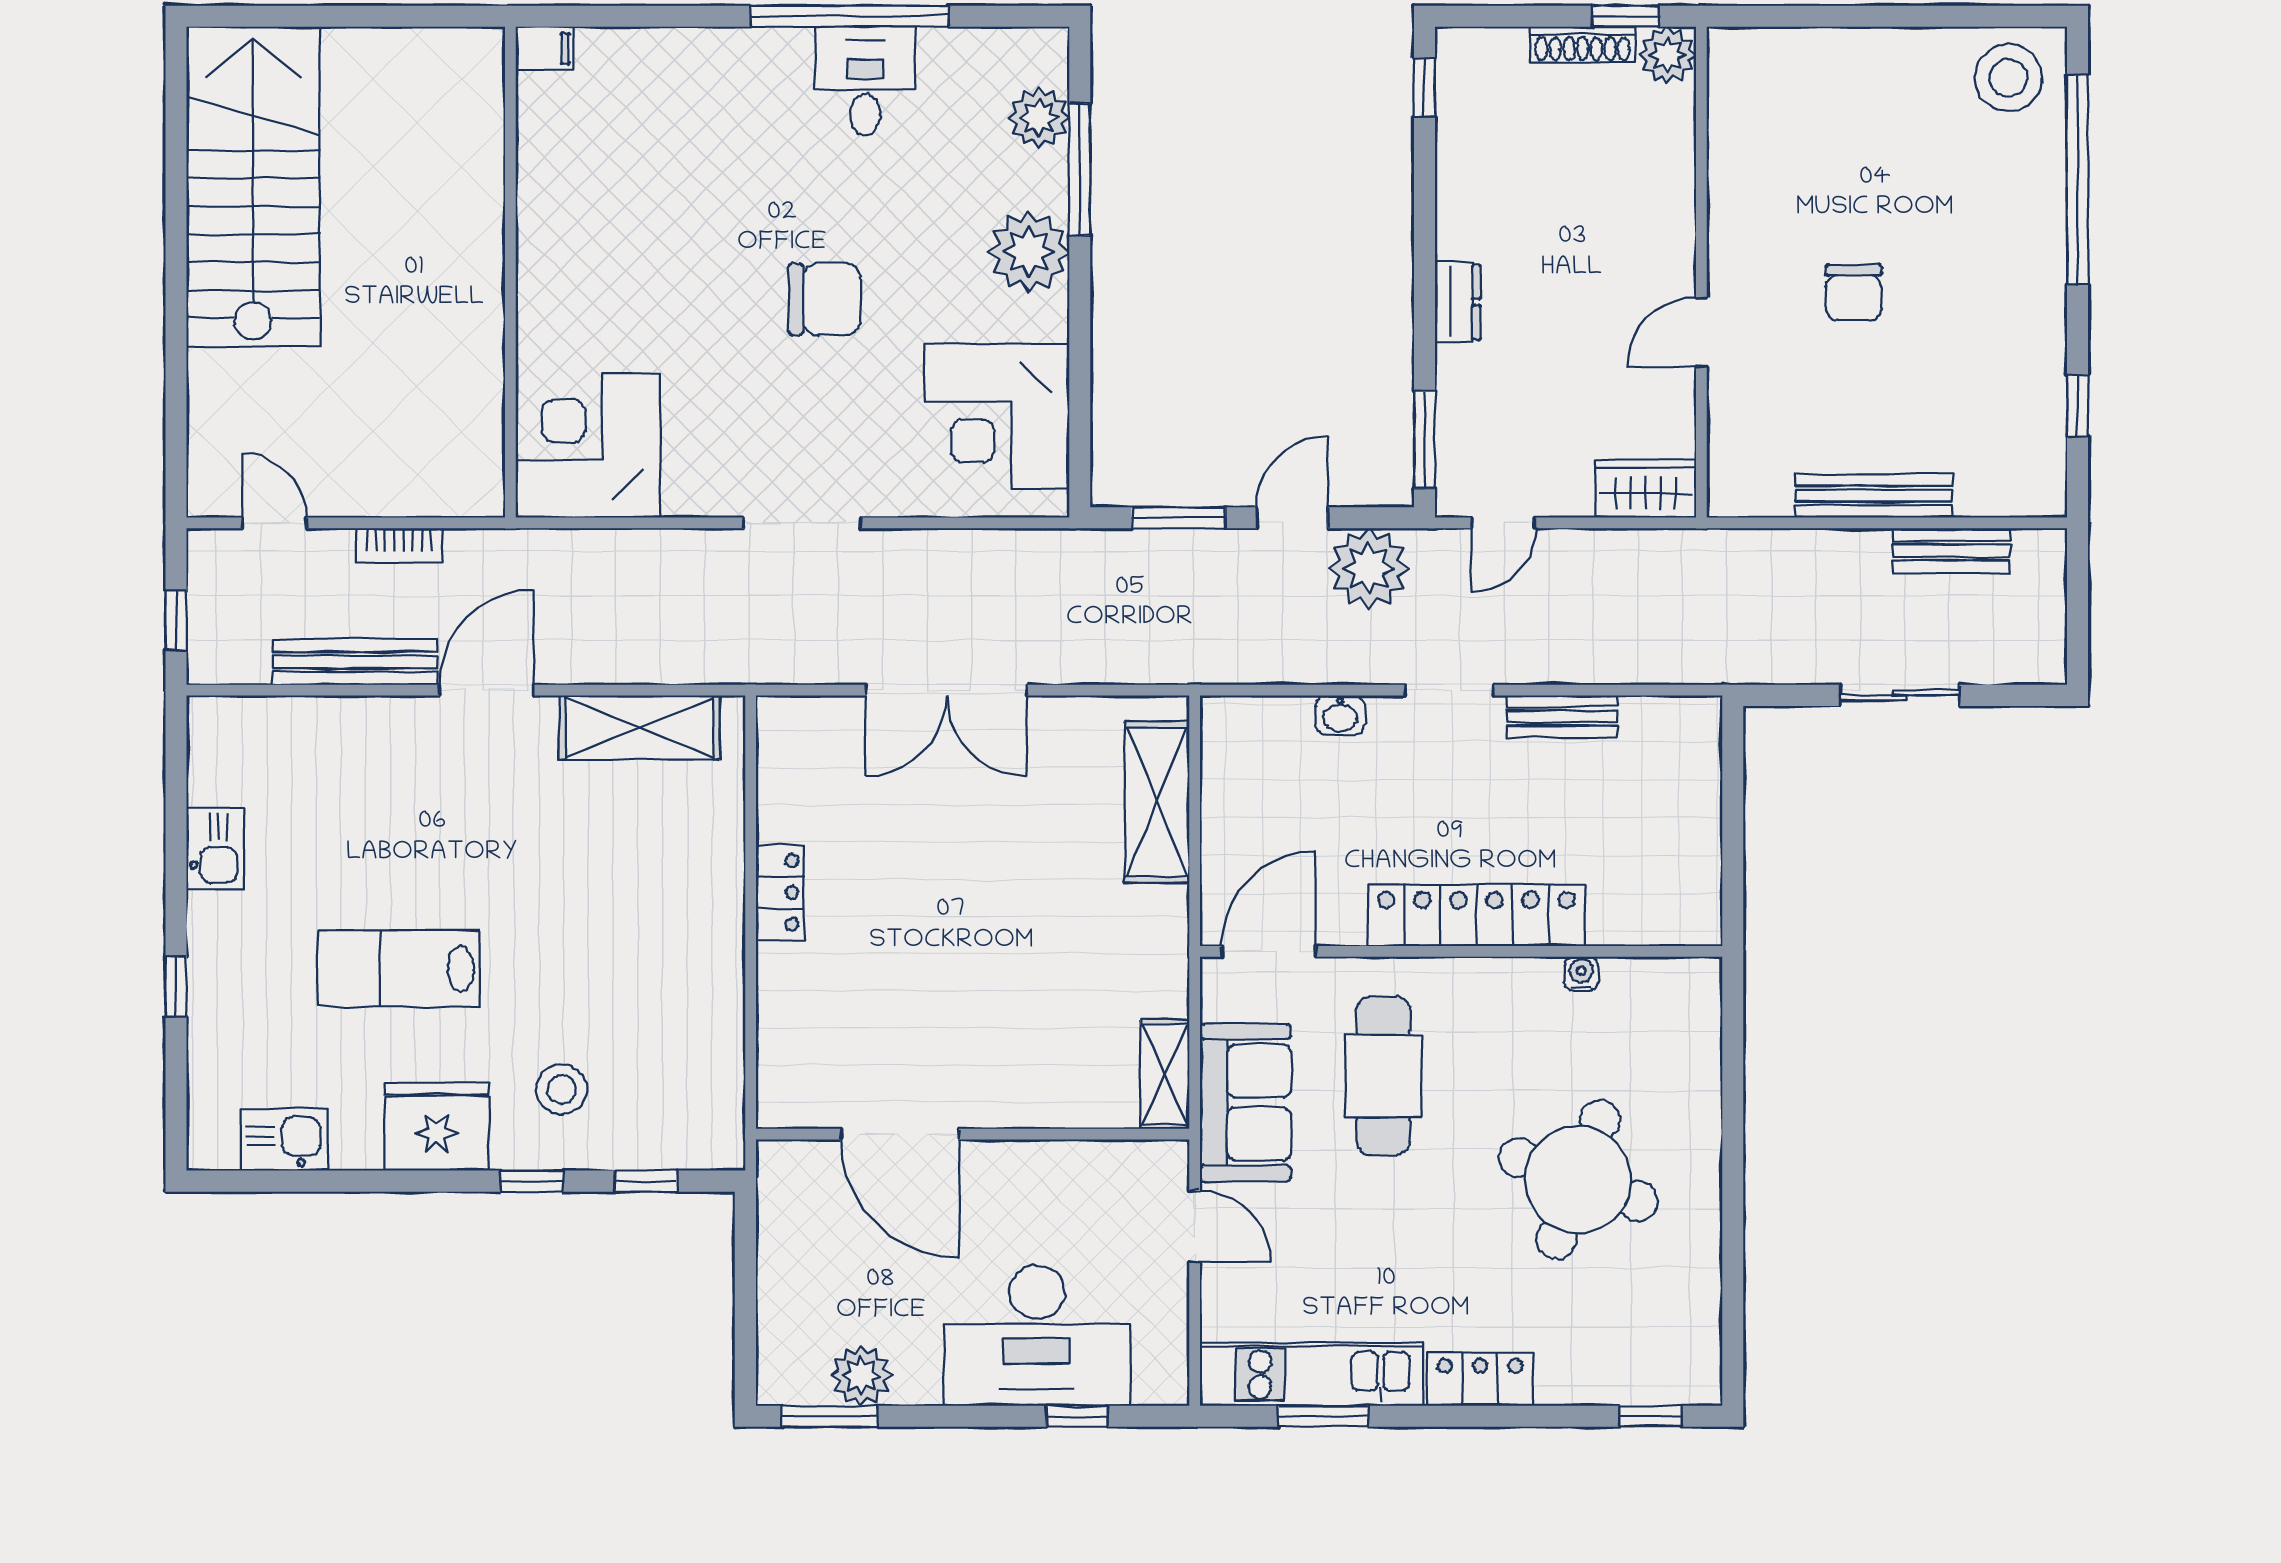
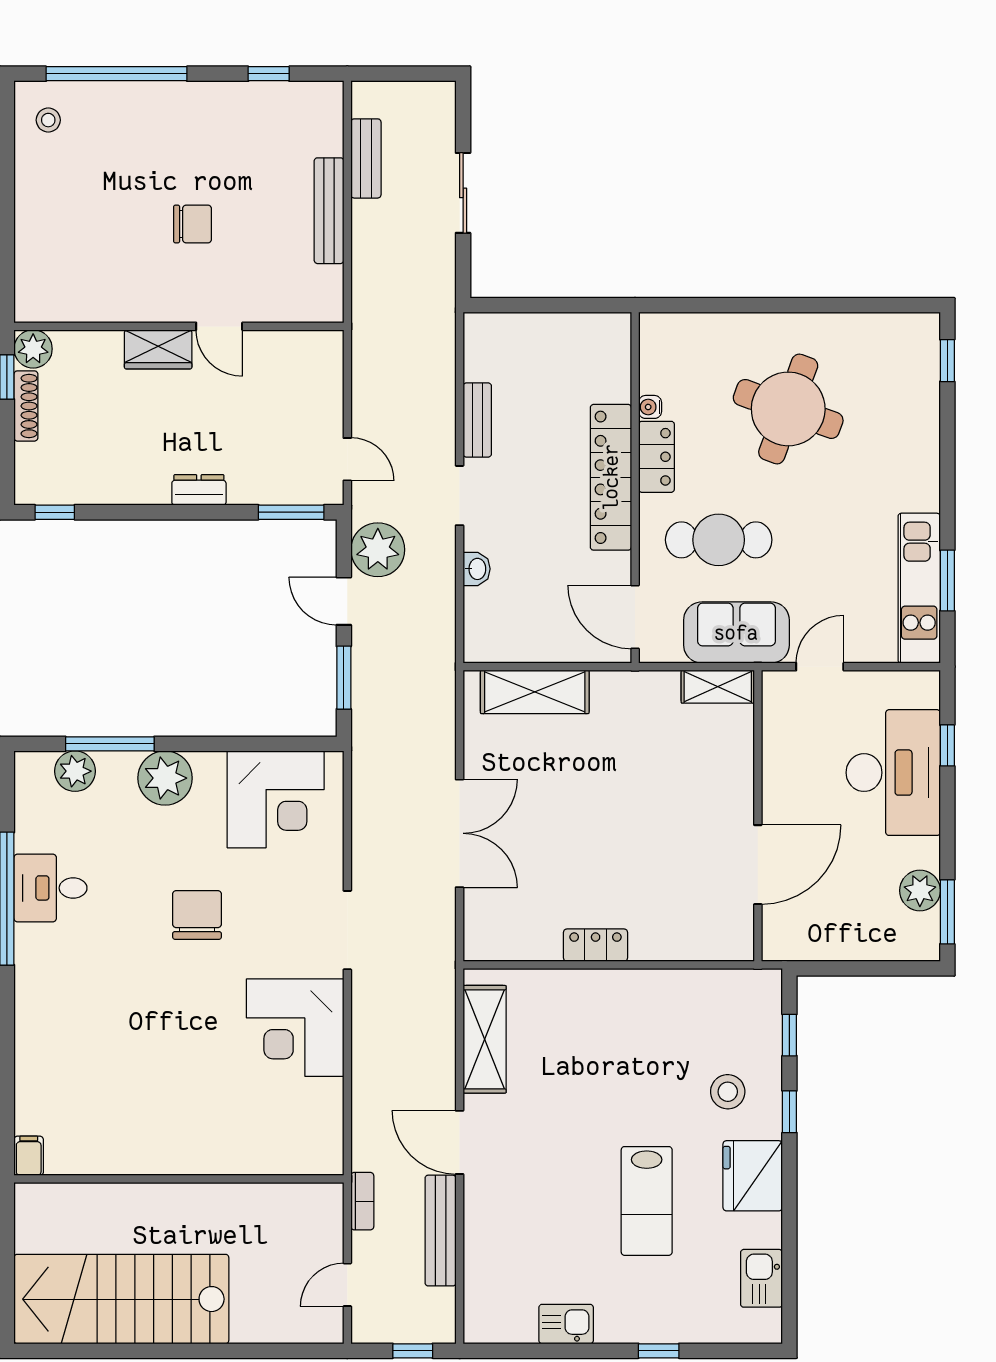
filing cabinet: (545, 49) -> (29, 1156), moved
stool: (2008, 78) -> (48, 120), width x0.53, depth x0.53
wall: (510, 272) -> (179, 1179), moved
corner desk: (588, 445) -> (295, 1028), moved
wardrobe: (1646, 489) -> (158, 349), moved, turned -90
locker: (1480, 1379) -> (656, 457), moved, turned 180

